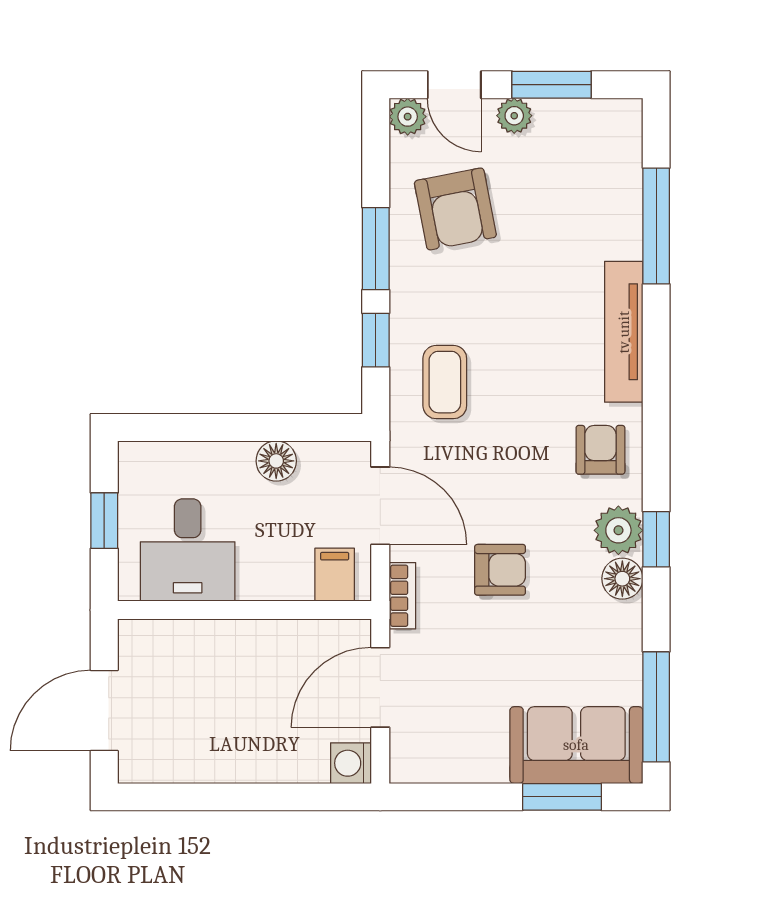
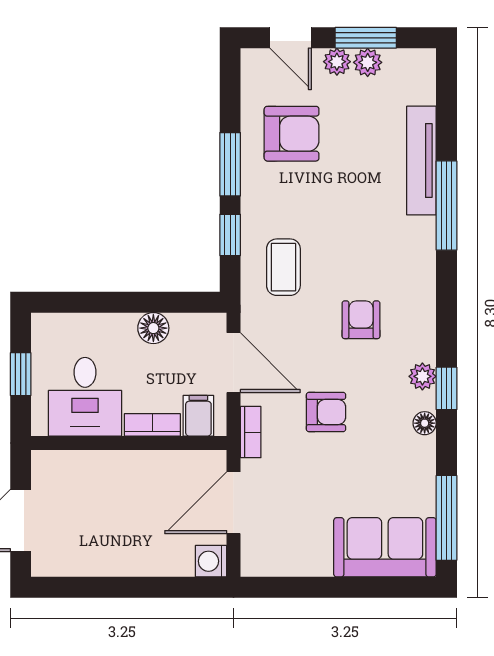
plant: (408, 117) -> (368, 62), moved
armchair: (455, 209) -> (292, 134), turned -79
window: (656, 226) -> (446, 206), moved
tv unit: (624, 332) -> (421, 161), moved
armchair: (600, 450) -> (361, 320), moved
plant: (618, 530) -> (422, 376), width x0.73, depth x0.73
floor lamp: (622, 579) -> (425, 423), width x0.73, depth x0.73
bookcase: (275, 586) -> (152, 425), added
window: (562, 797) -> (374, 587), removed

